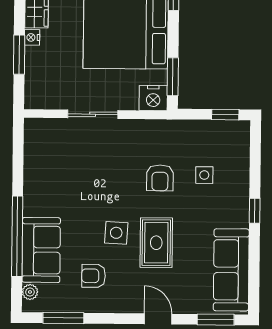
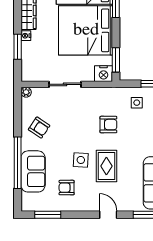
side table: (204, 175) -> (137, 103), moved
armchair: (160, 178) -> (108, 125), turned -90
armchair: (51, 181) -> (39, 128), added
plant: (30, 292) -> (26, 92), moved

